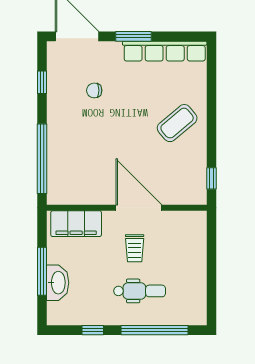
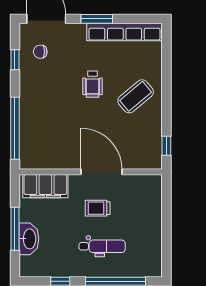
chair: (94, 90) -> (40, 52), moved
wheelchair: (129, 110) -> (92, 84), added
trolley: (135, 248) -> (98, 208), turned 90

